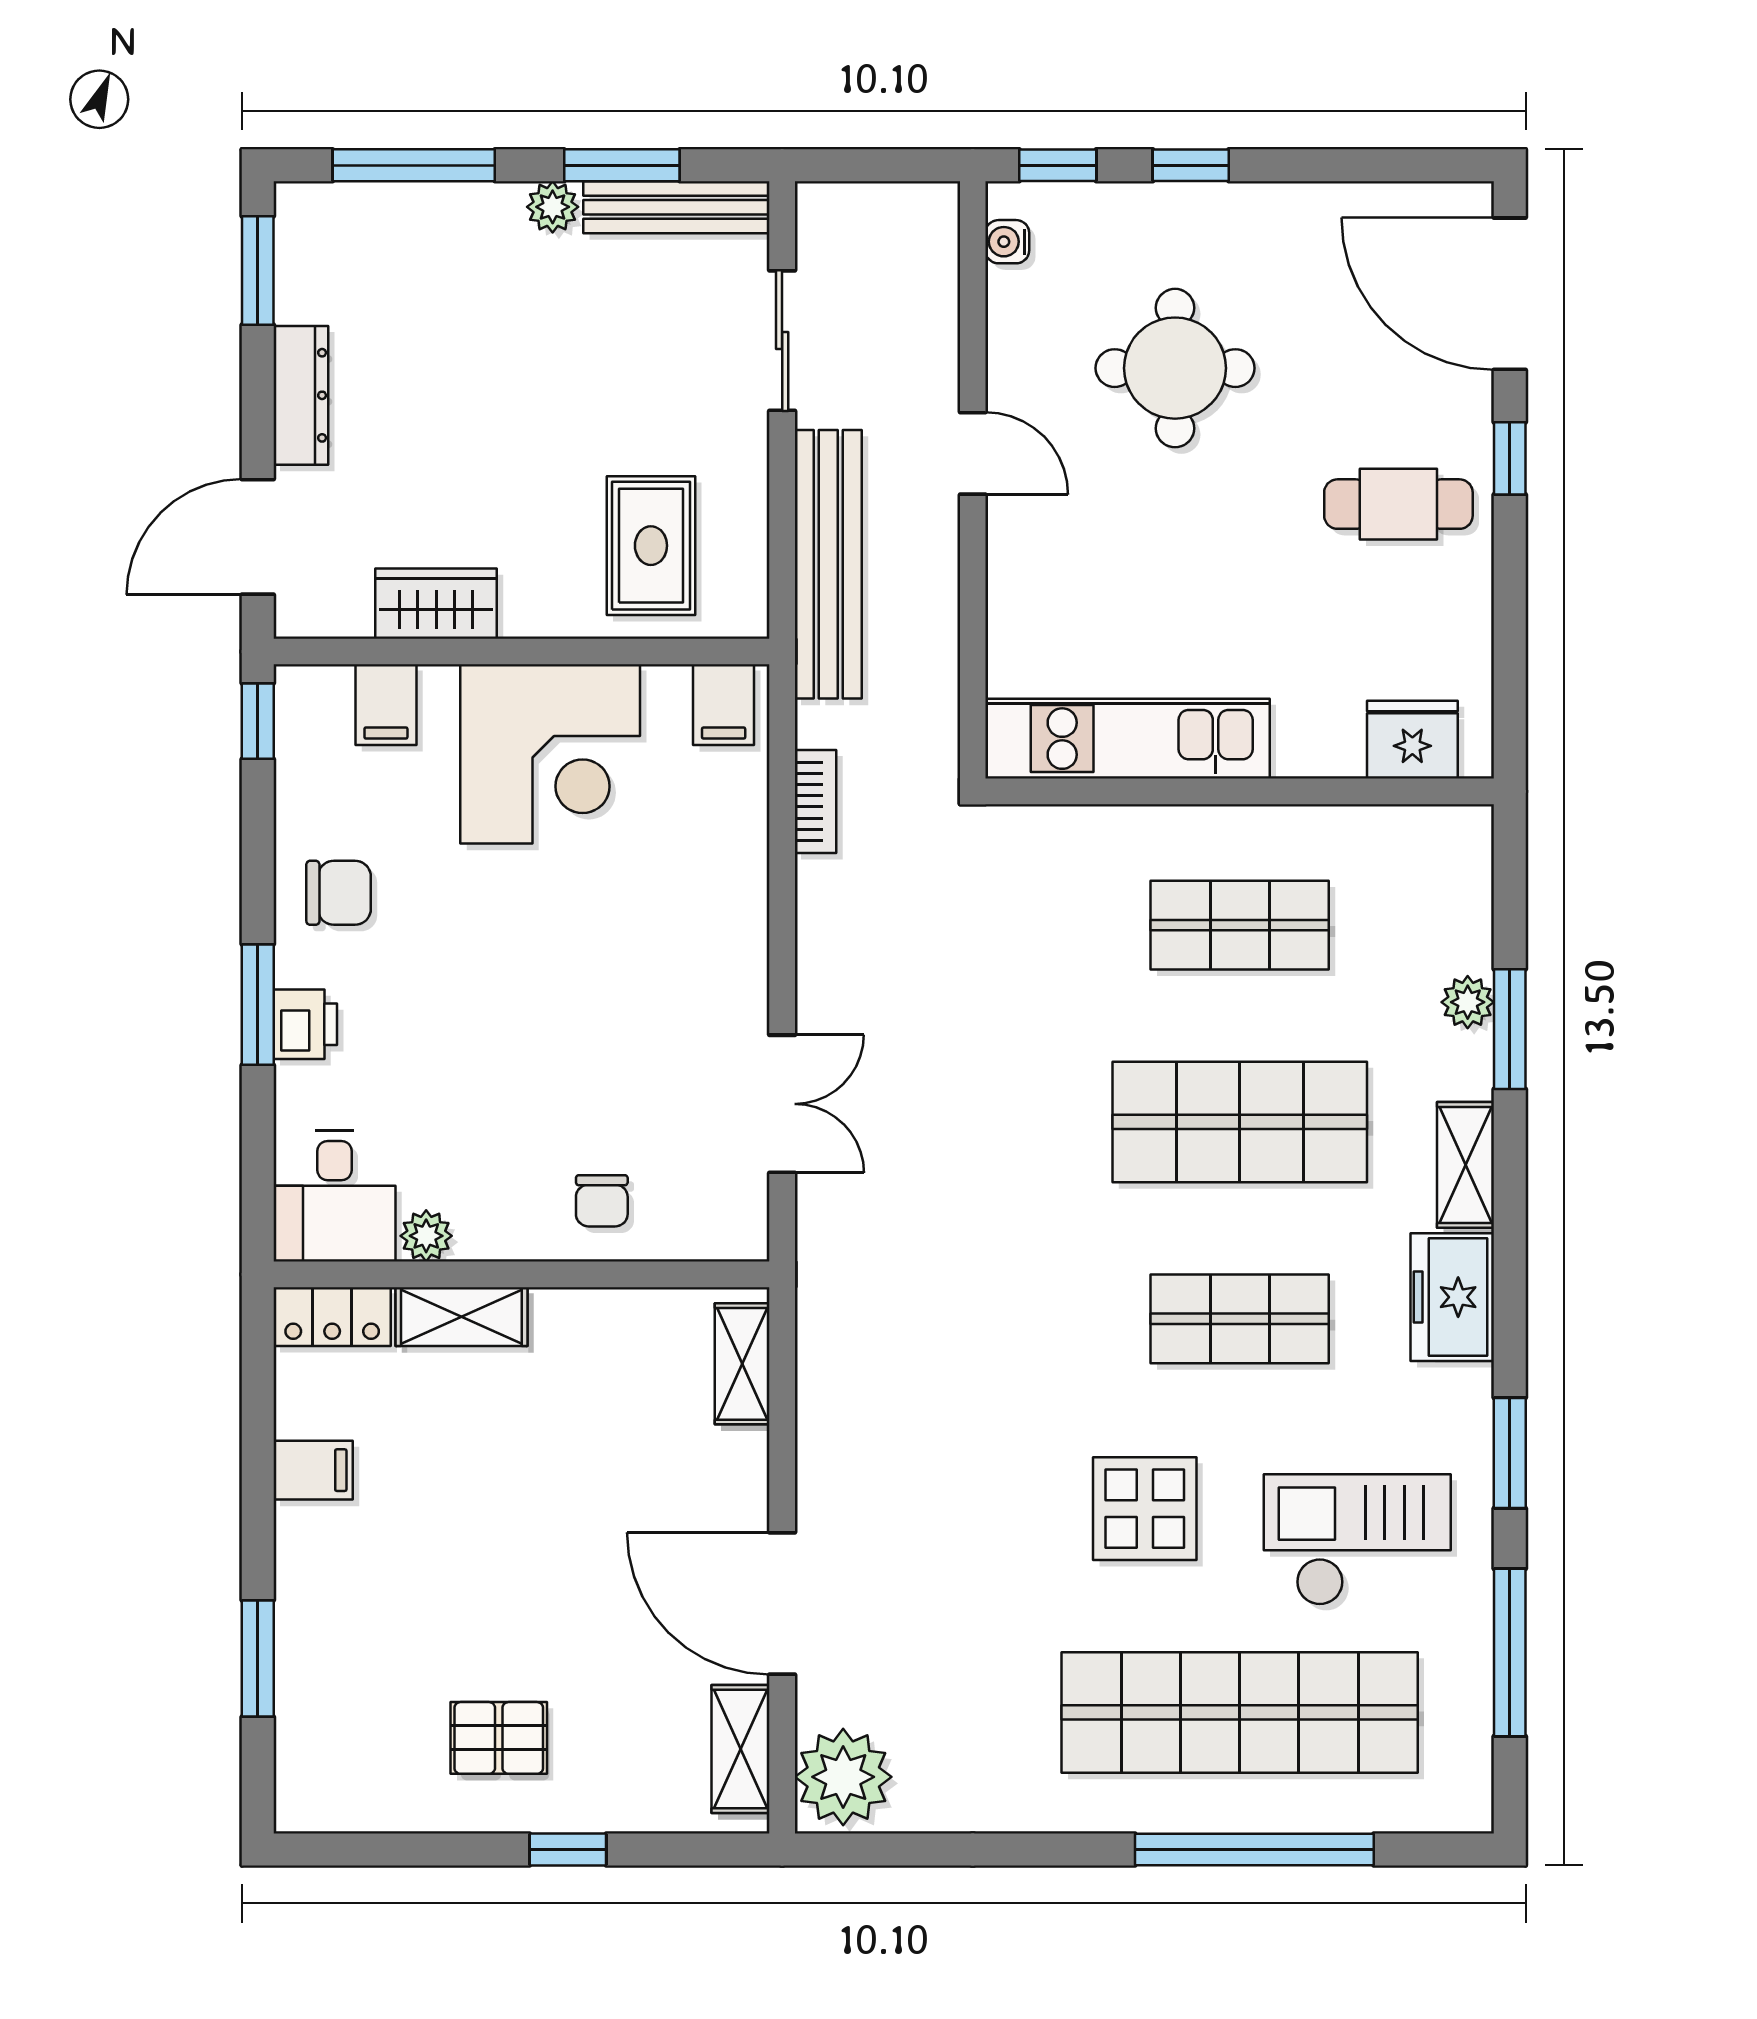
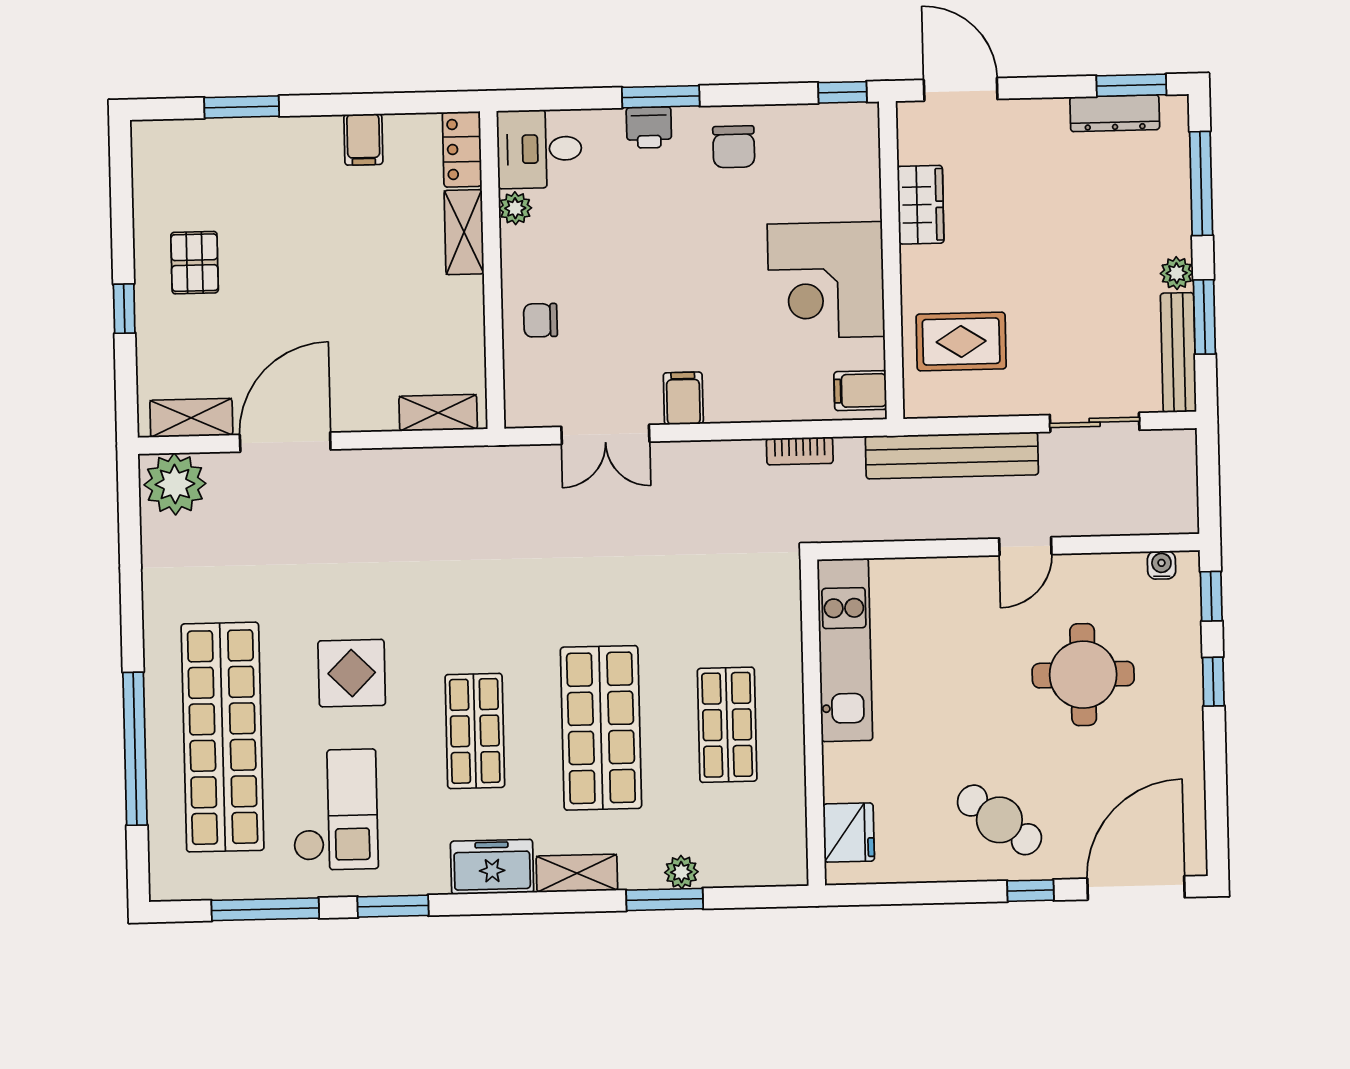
dresser: (301, 395) -> (1115, 113), moved
cafe table: (1398, 504) -> (999, 820), turned -53
filing cabinet: (386, 705) -> (683, 398), moved, turned 90

